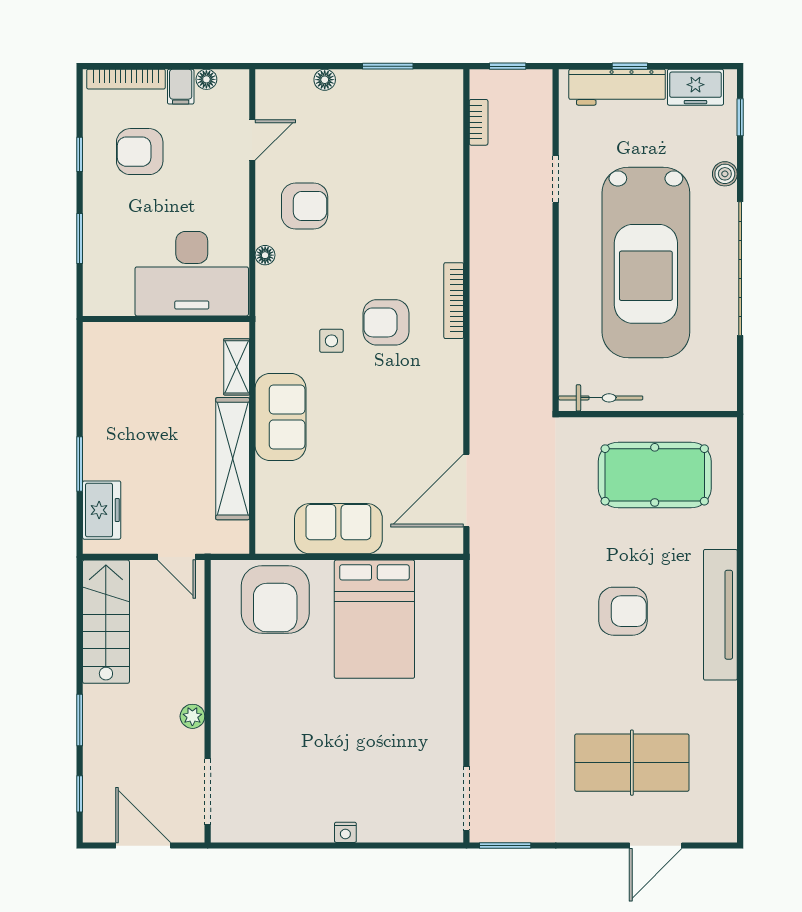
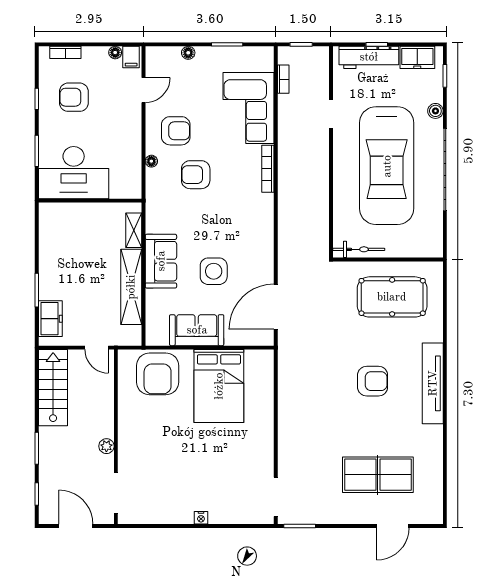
bookcase: (126, 79) -> (65, 52), width x0.64
filing cabinet: (181, 87) -> (131, 57), moved
corner sofa: (422, 169) -> (249, 108), added
desk: (192, 274) -> (74, 173), moved
bookcase: (454, 301) -> (268, 169), moved
armchair: (386, 322) -> (196, 175), moved
side table: (331, 341) -> (214, 271), moved, width x1.87, depth x1.87

